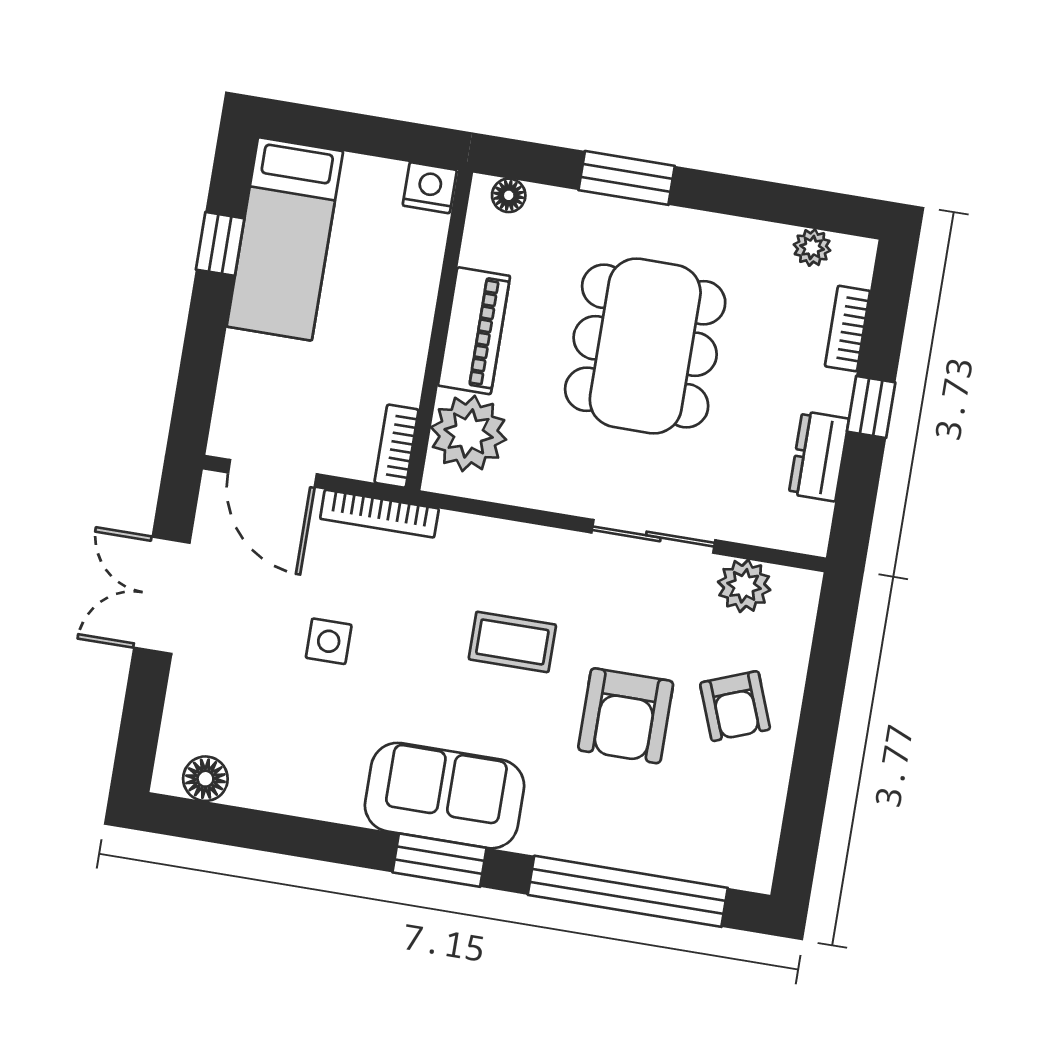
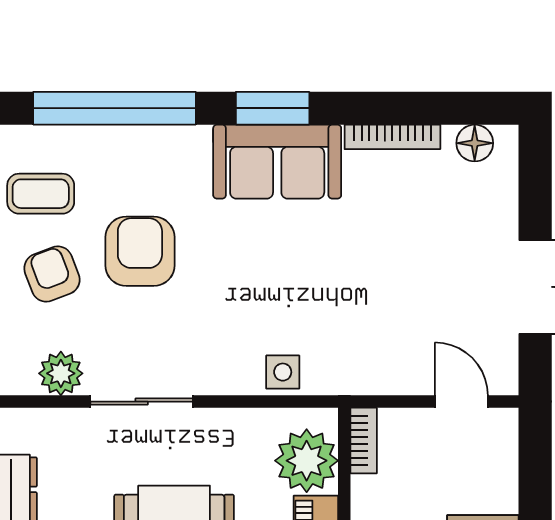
door: (272, 473) -> (461, 402), width x0.73
bookcase: (379, 514) -> (392, 137), moved, turned 180
side table: (329, 641) -> (283, 372), moved
coffee table: (512, 642) -> (41, 194), moved

